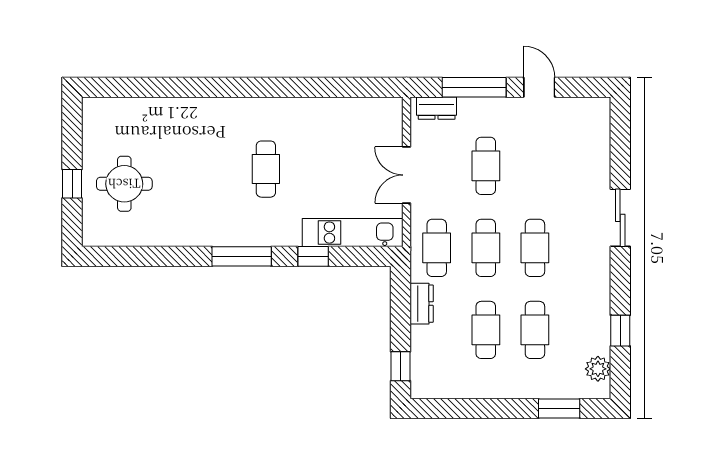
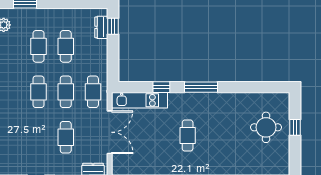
double door: (407, 175) -> (110, 132), width x1.37
dresser: (422, 304) -> (101, 27), moved

